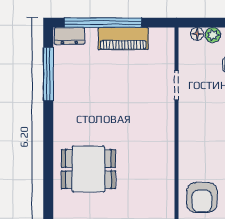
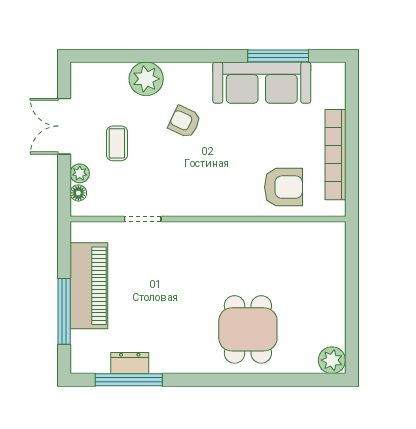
window: (103, 23) -> (64, 311), width x0.68
dresser: (69, 36) -> (130, 363), moved, turned -90
piano: (123, 39) -> (89, 286), width x1.37, depth x1.33

